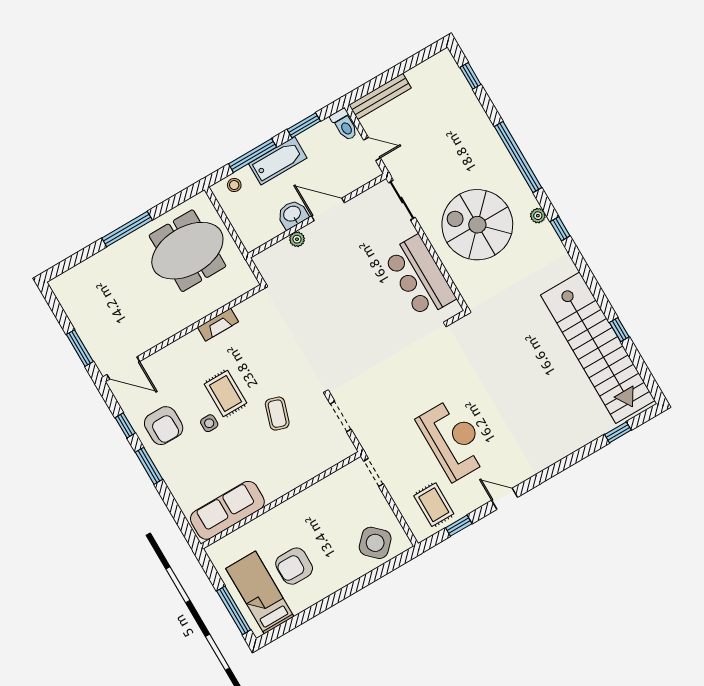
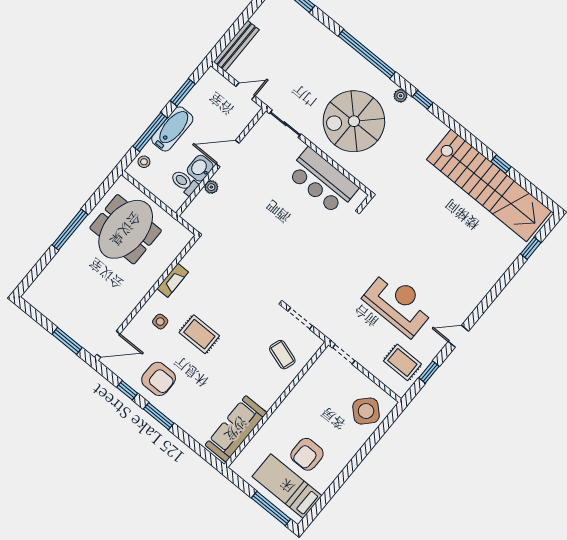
toilet: (344, 125) -> (184, 182), moved, turned 180
coffee table: (277, 414) -> (282, 355), moved
side table: (209, 423) -> (160, 322), moved

